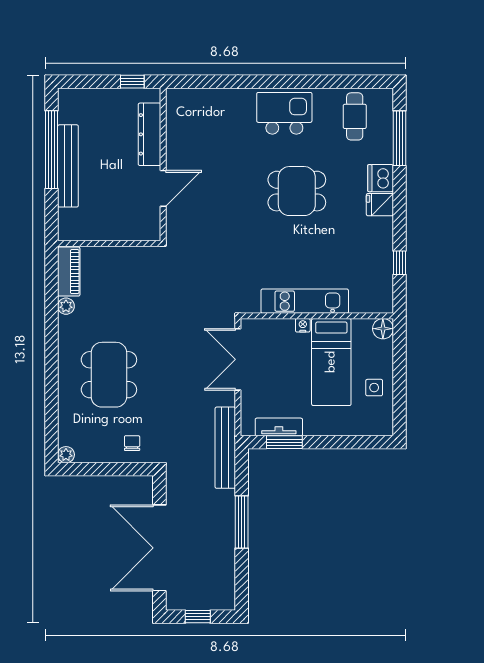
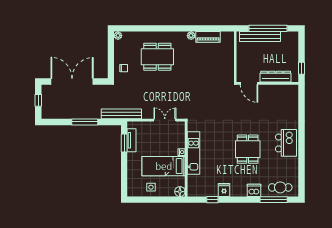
cafe table: (355, 116) -> (280, 187), moved
fridge: (380, 205) -> (224, 190), moved
wall: (109, 243) -> (235, 57), moved
double door: (238, 359) -> (165, 120), width x0.73

